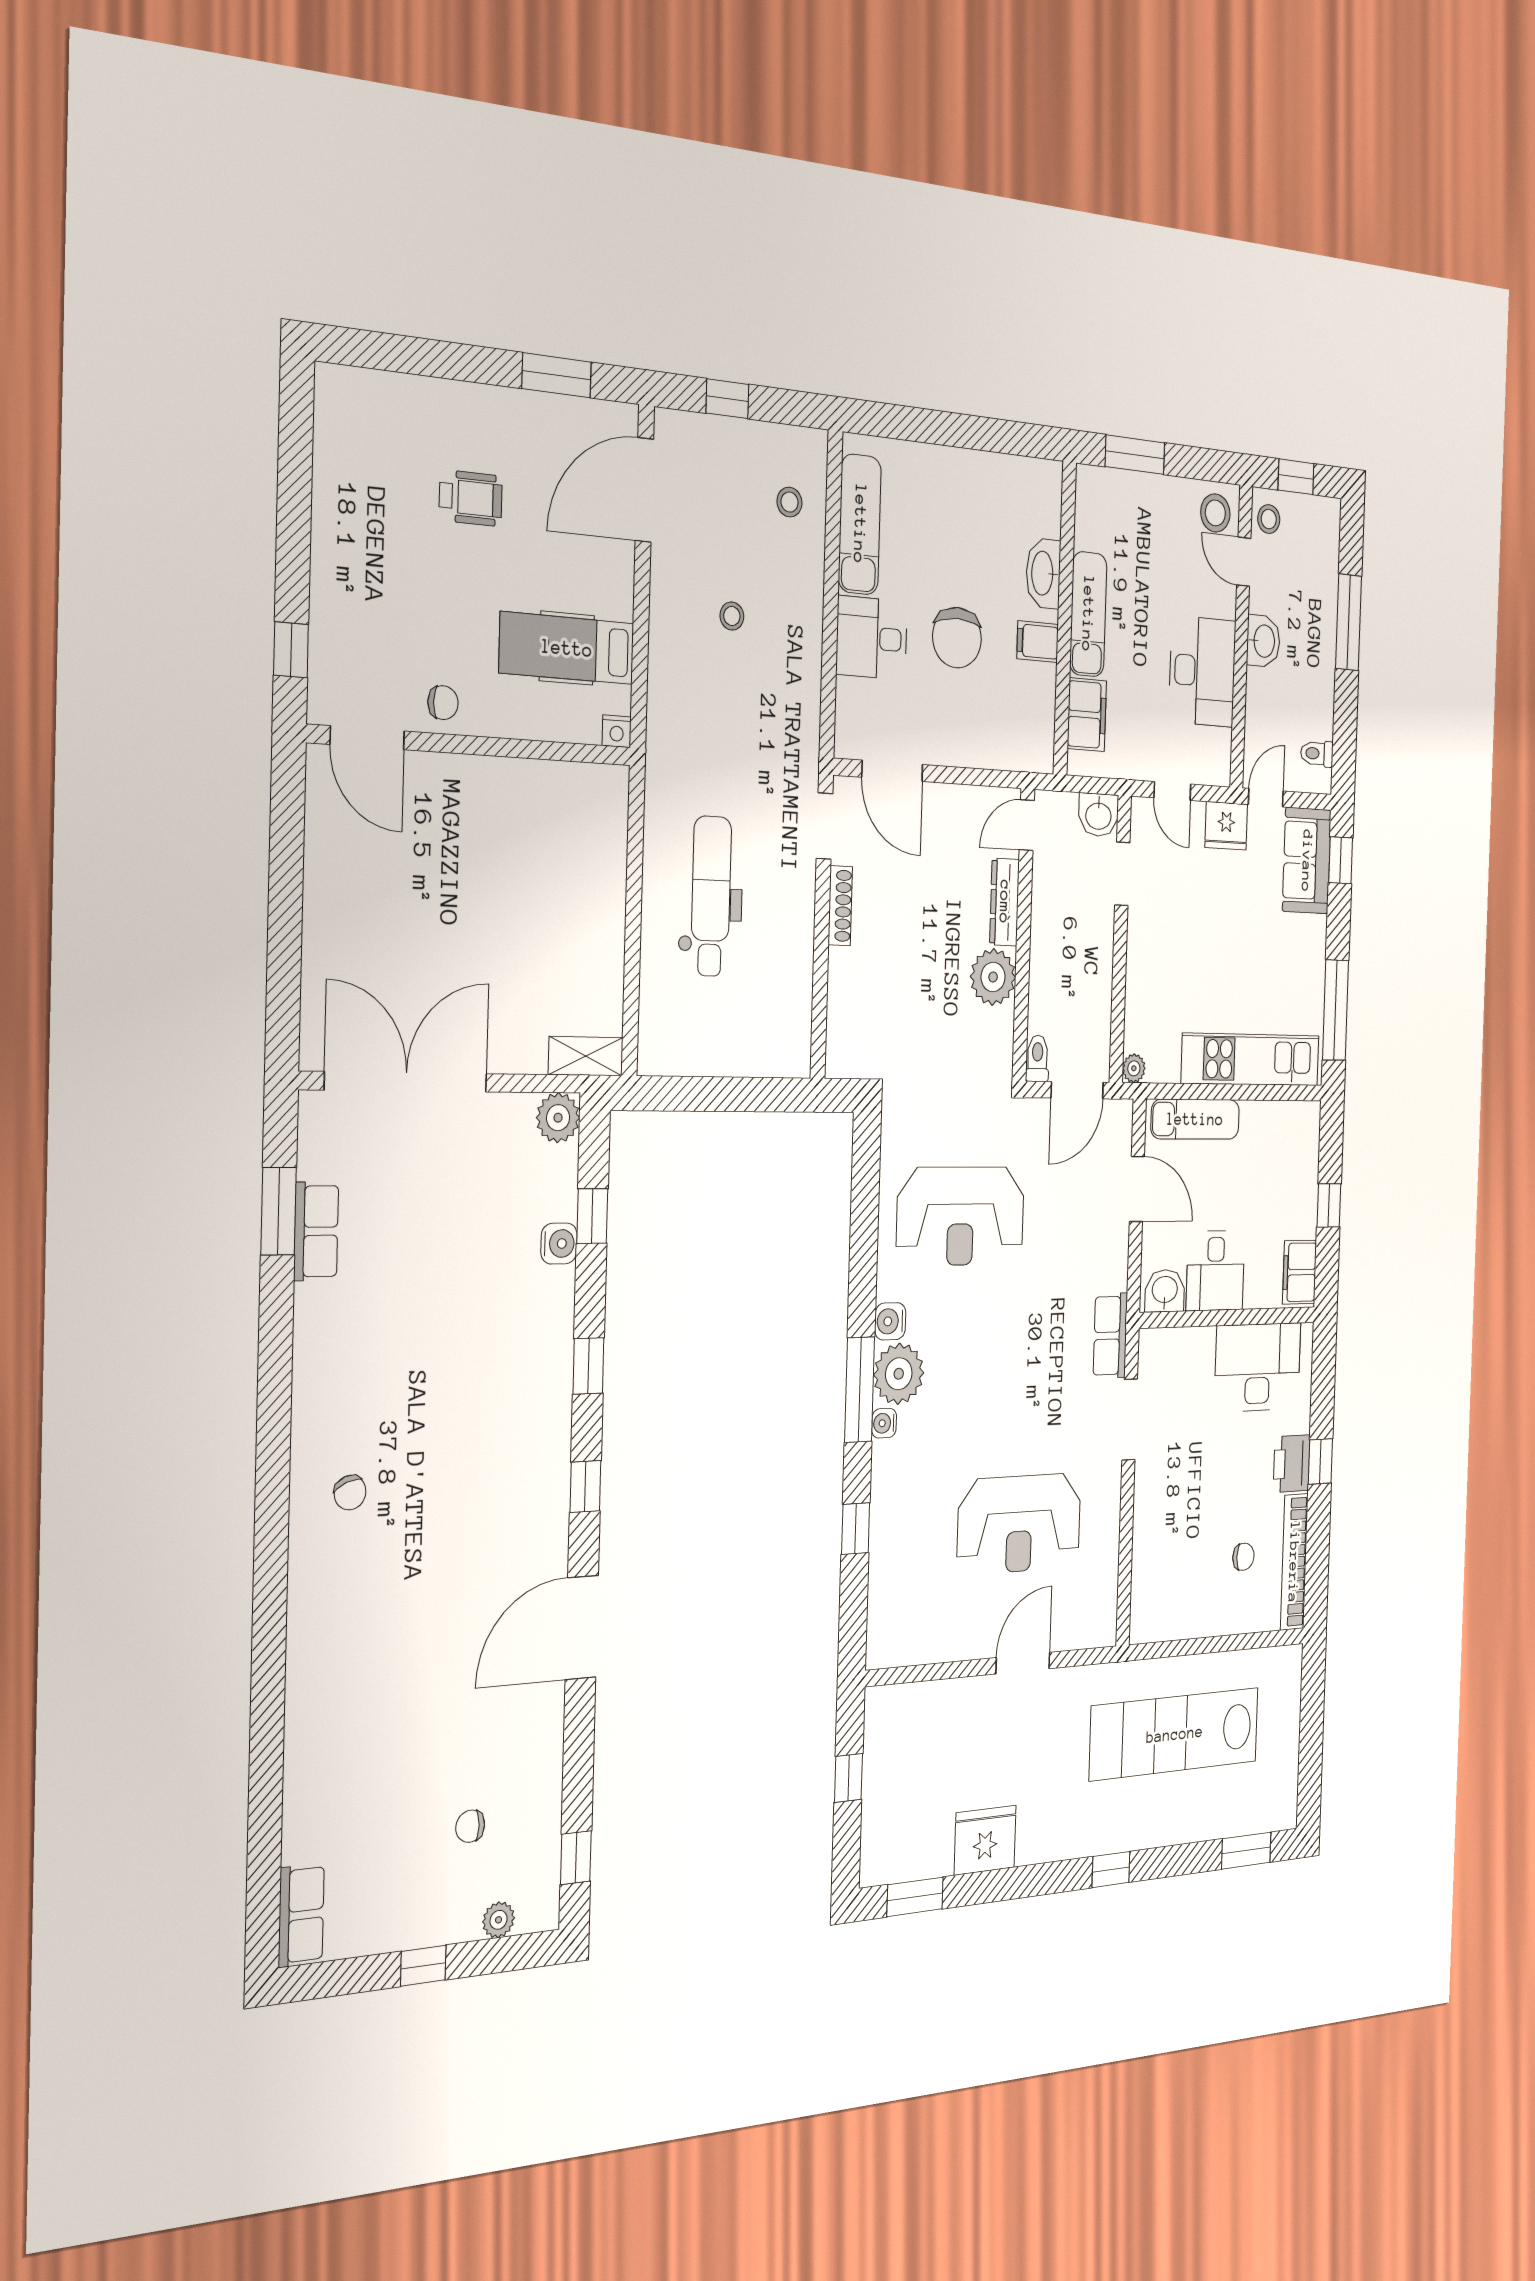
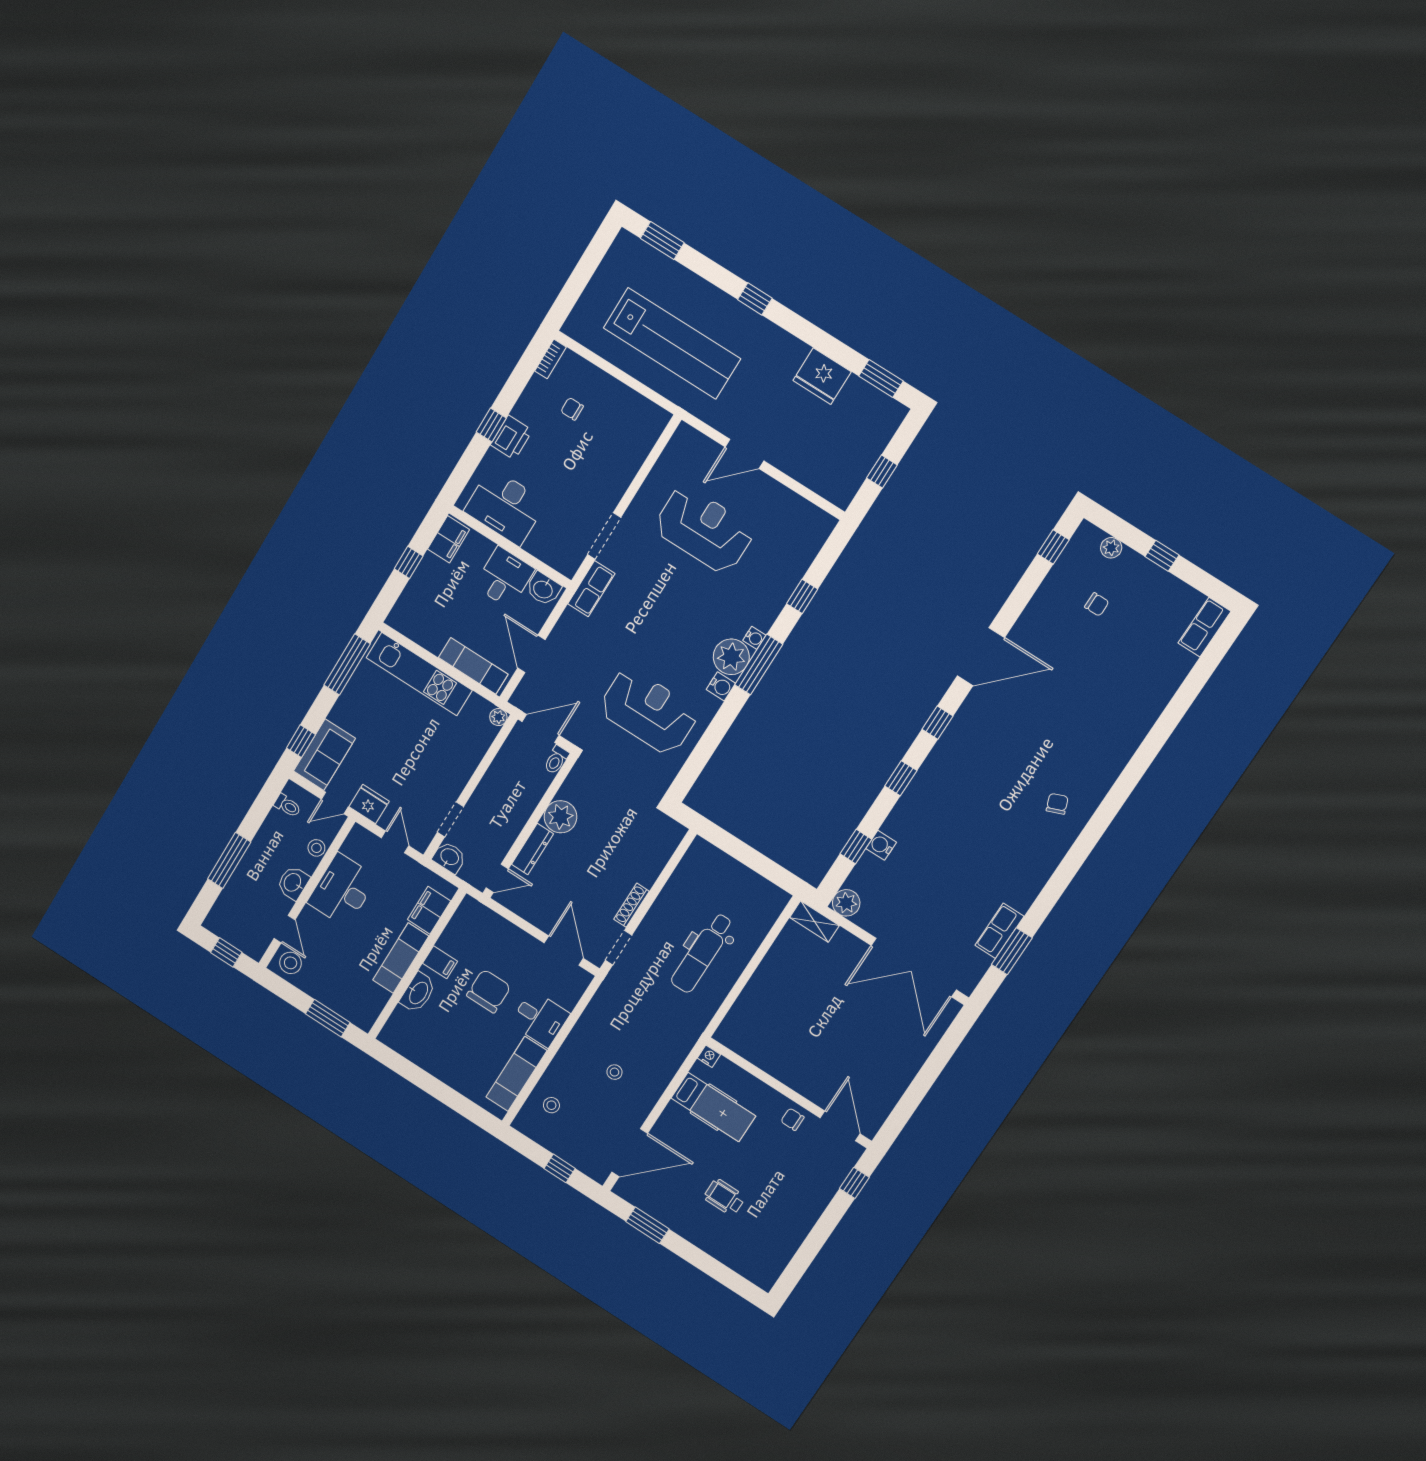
stool: (1269, 519) -> (316, 848), moved
bookcase: (1294, 1562) -> (551, 359), width x0.43, depth x0.76

